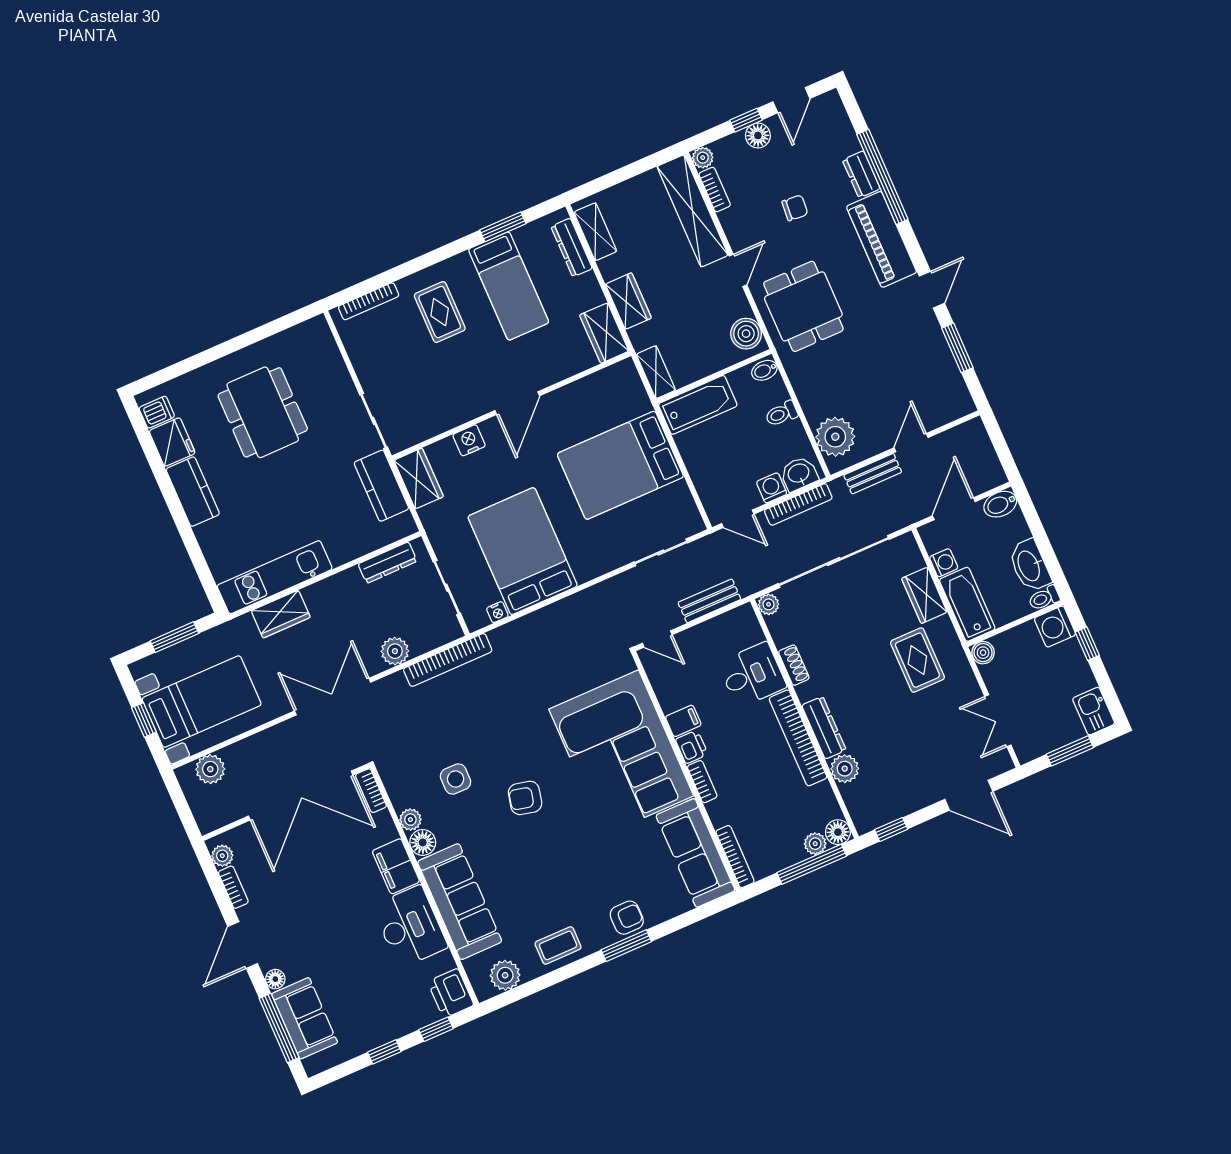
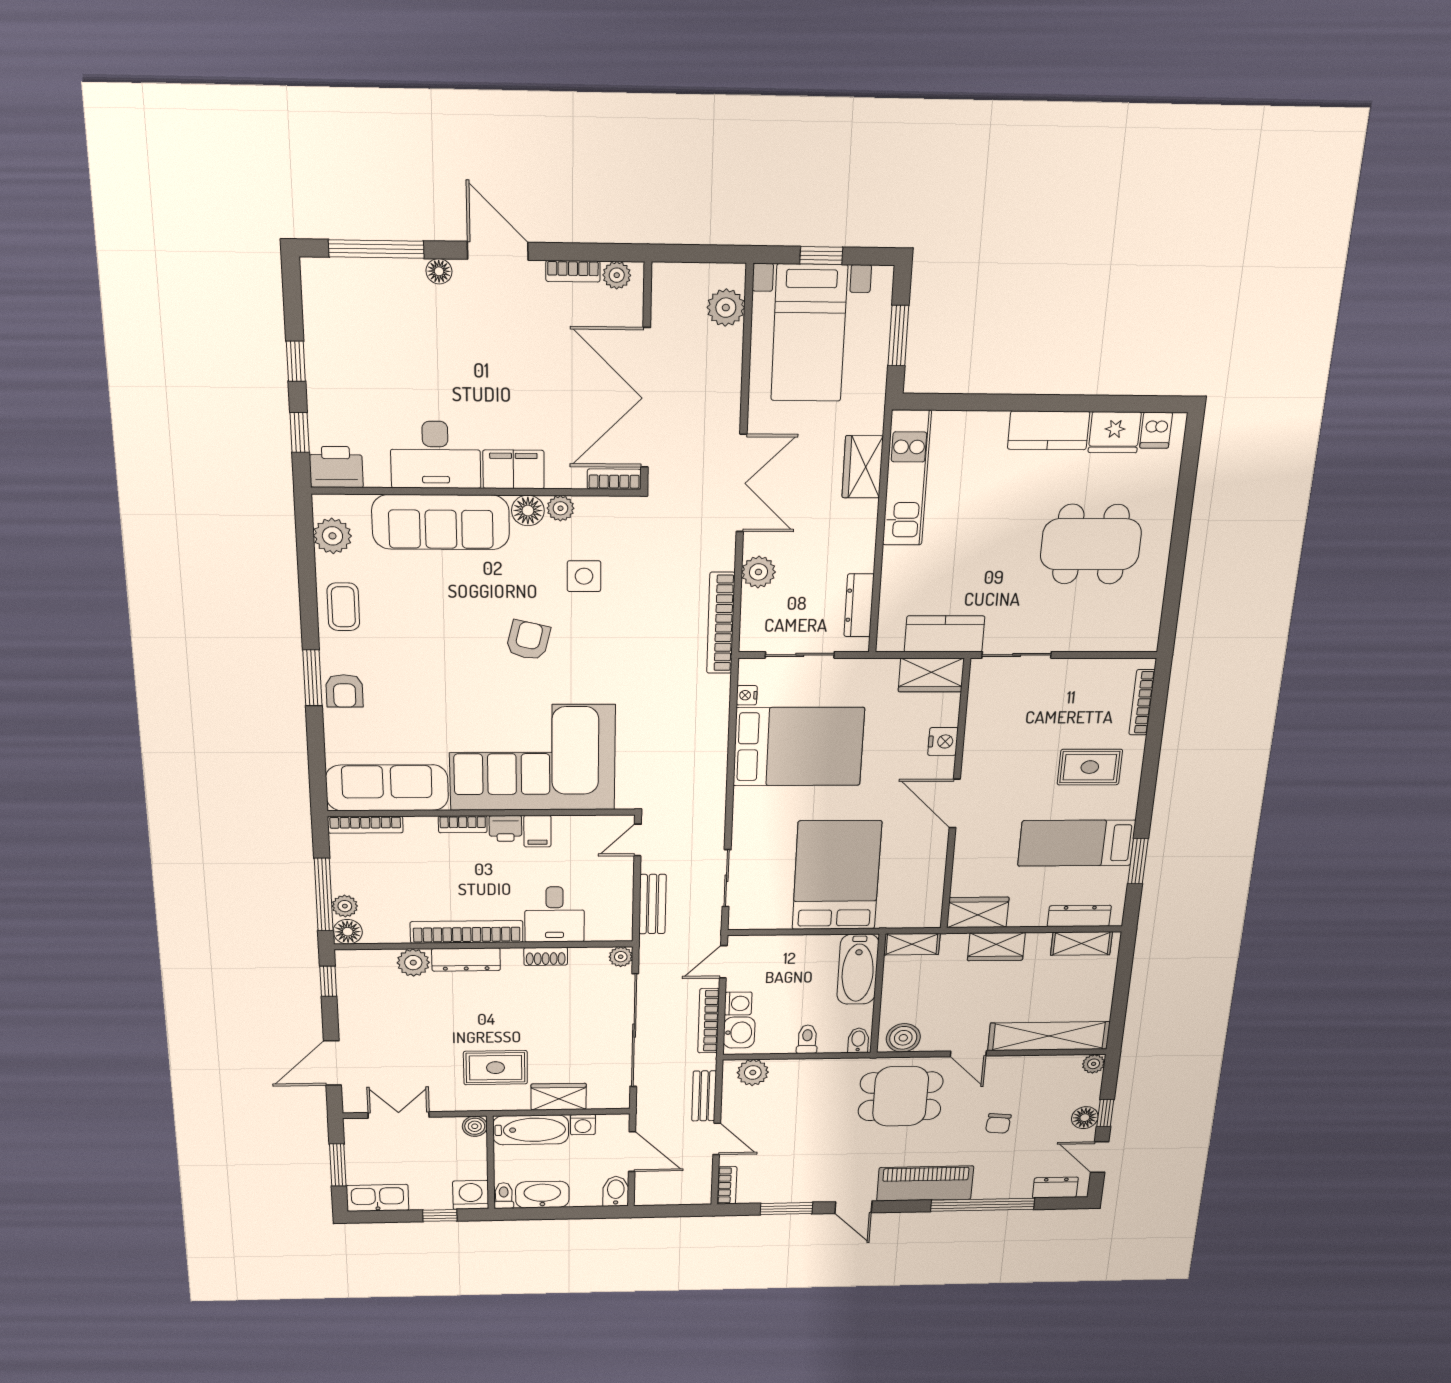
dresser: (861, 174) -> (1055, 1188), moved
bookcase: (715, 190) -> (727, 1185), moved, turned -90
plant: (835, 437) -> (753, 1072), width x0.73, depth x0.73
kitchen sink: (1094, 711) -> (377, 1198), width x1.38
sofa: (305, 1018) -> (376, 285), removed

